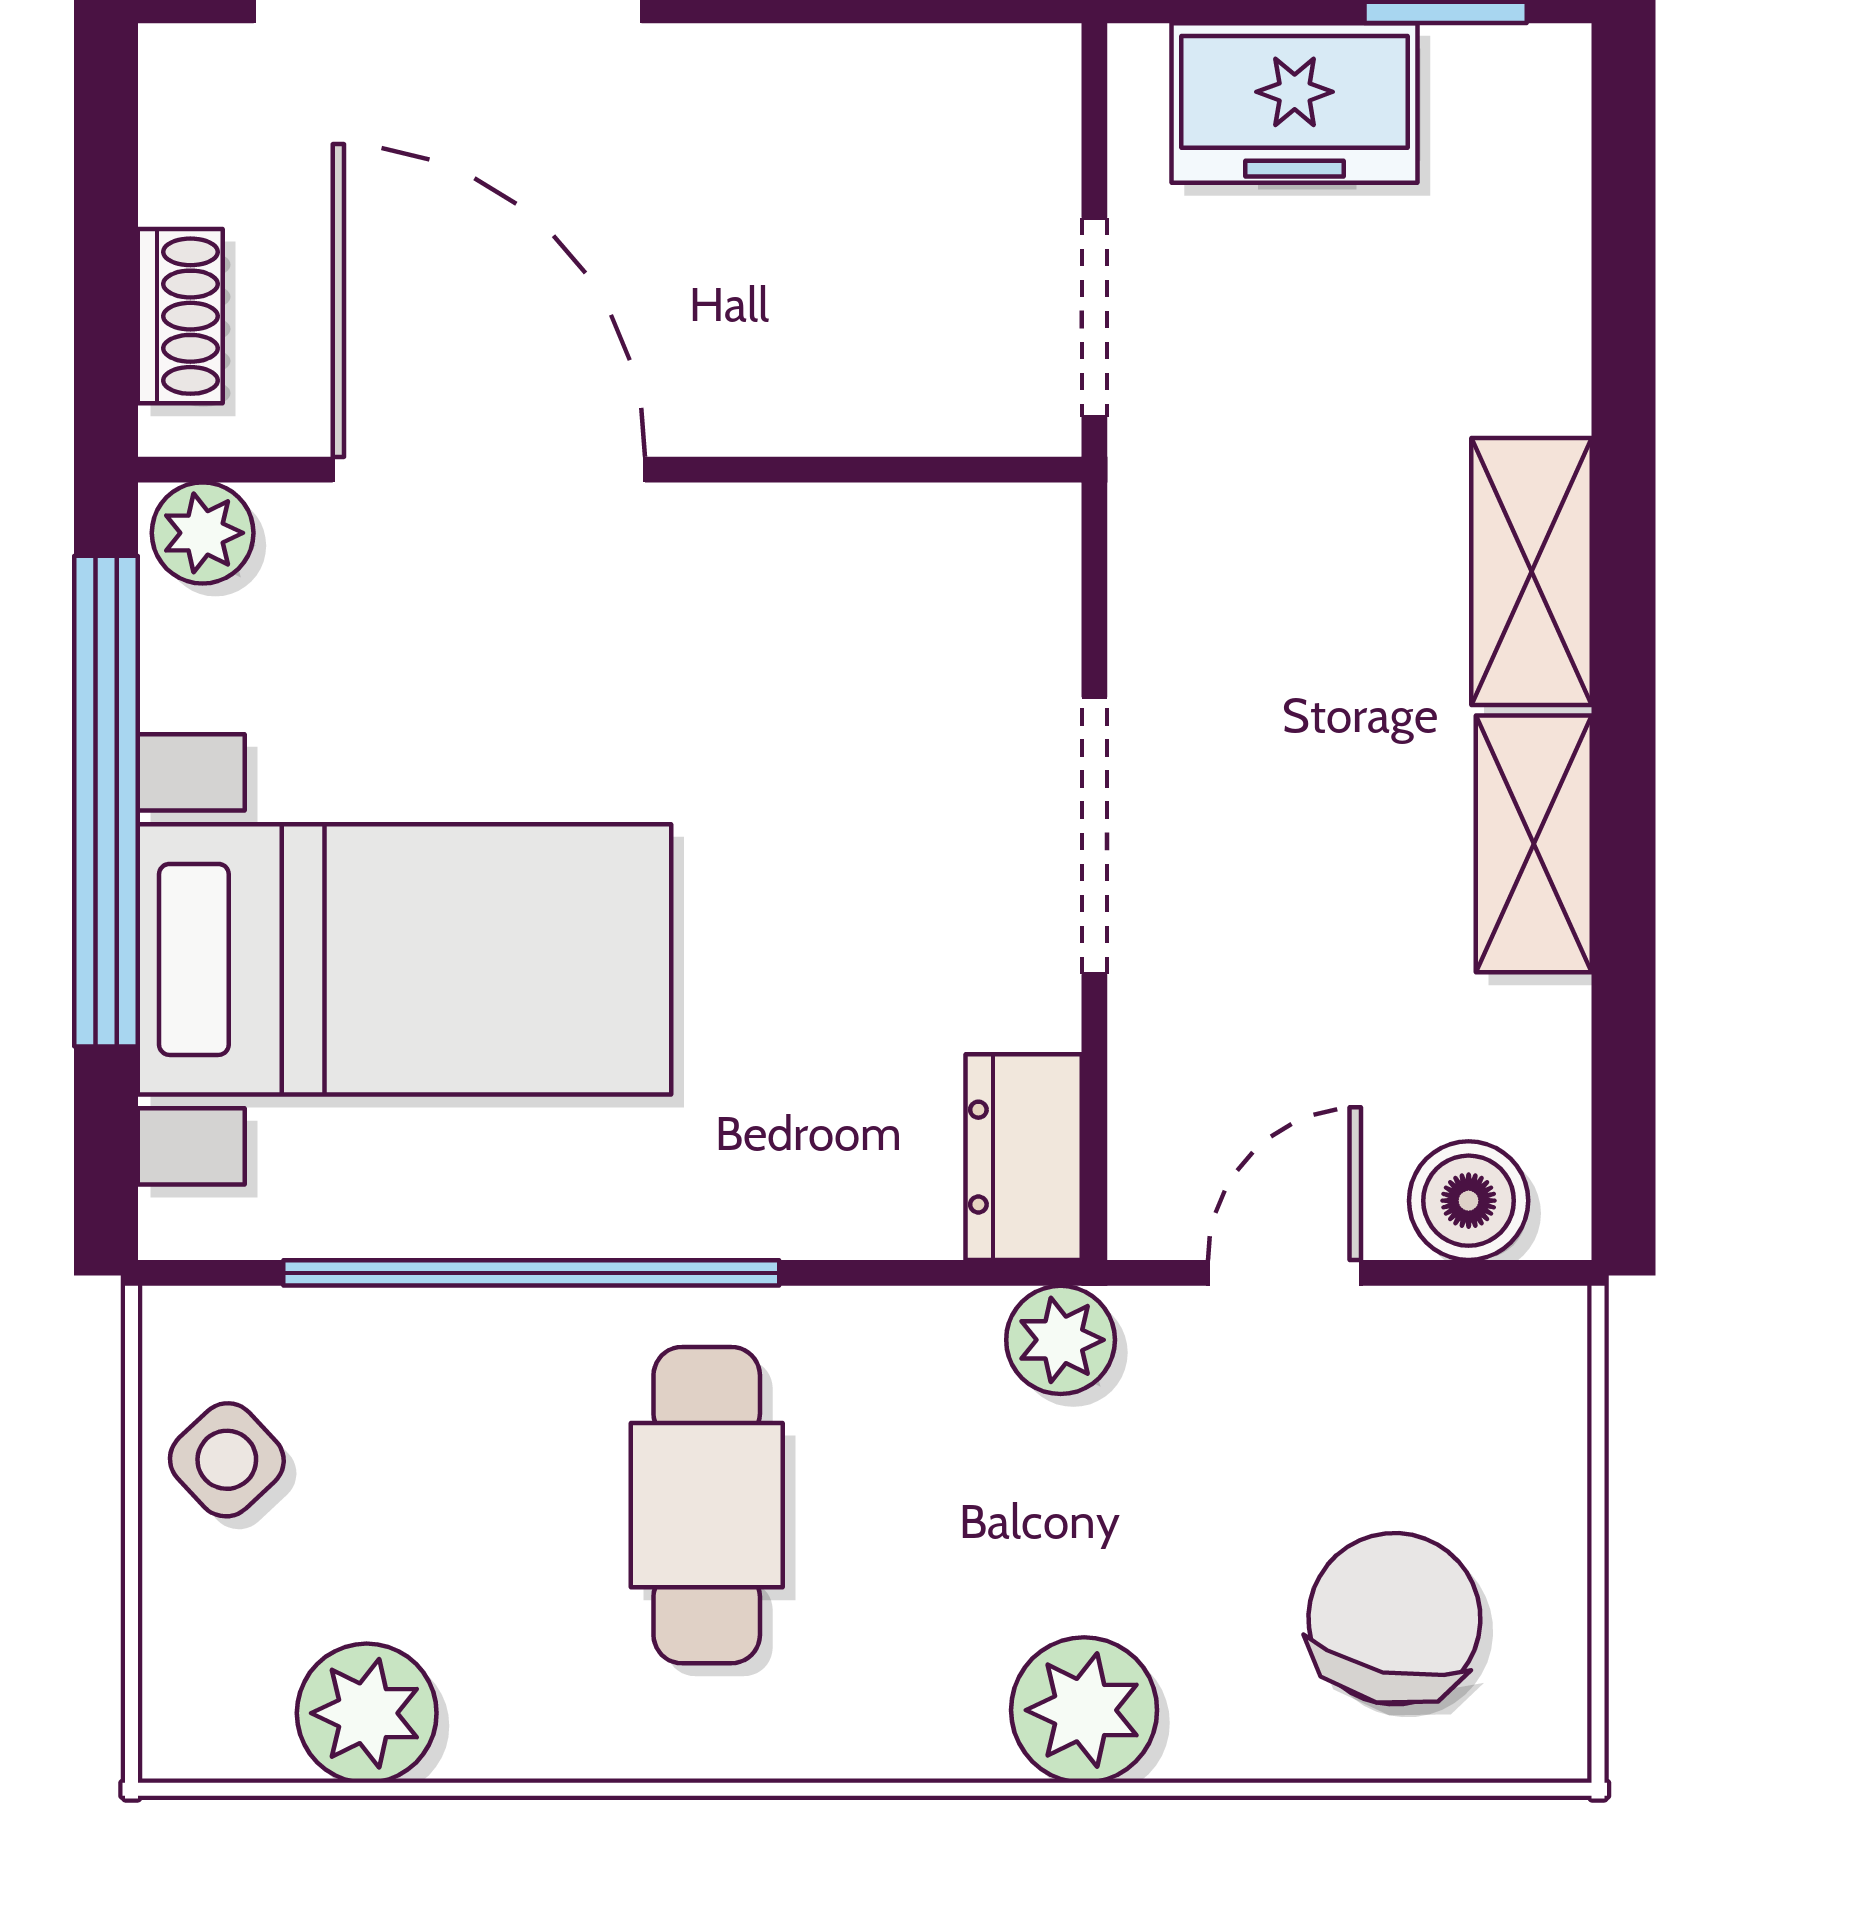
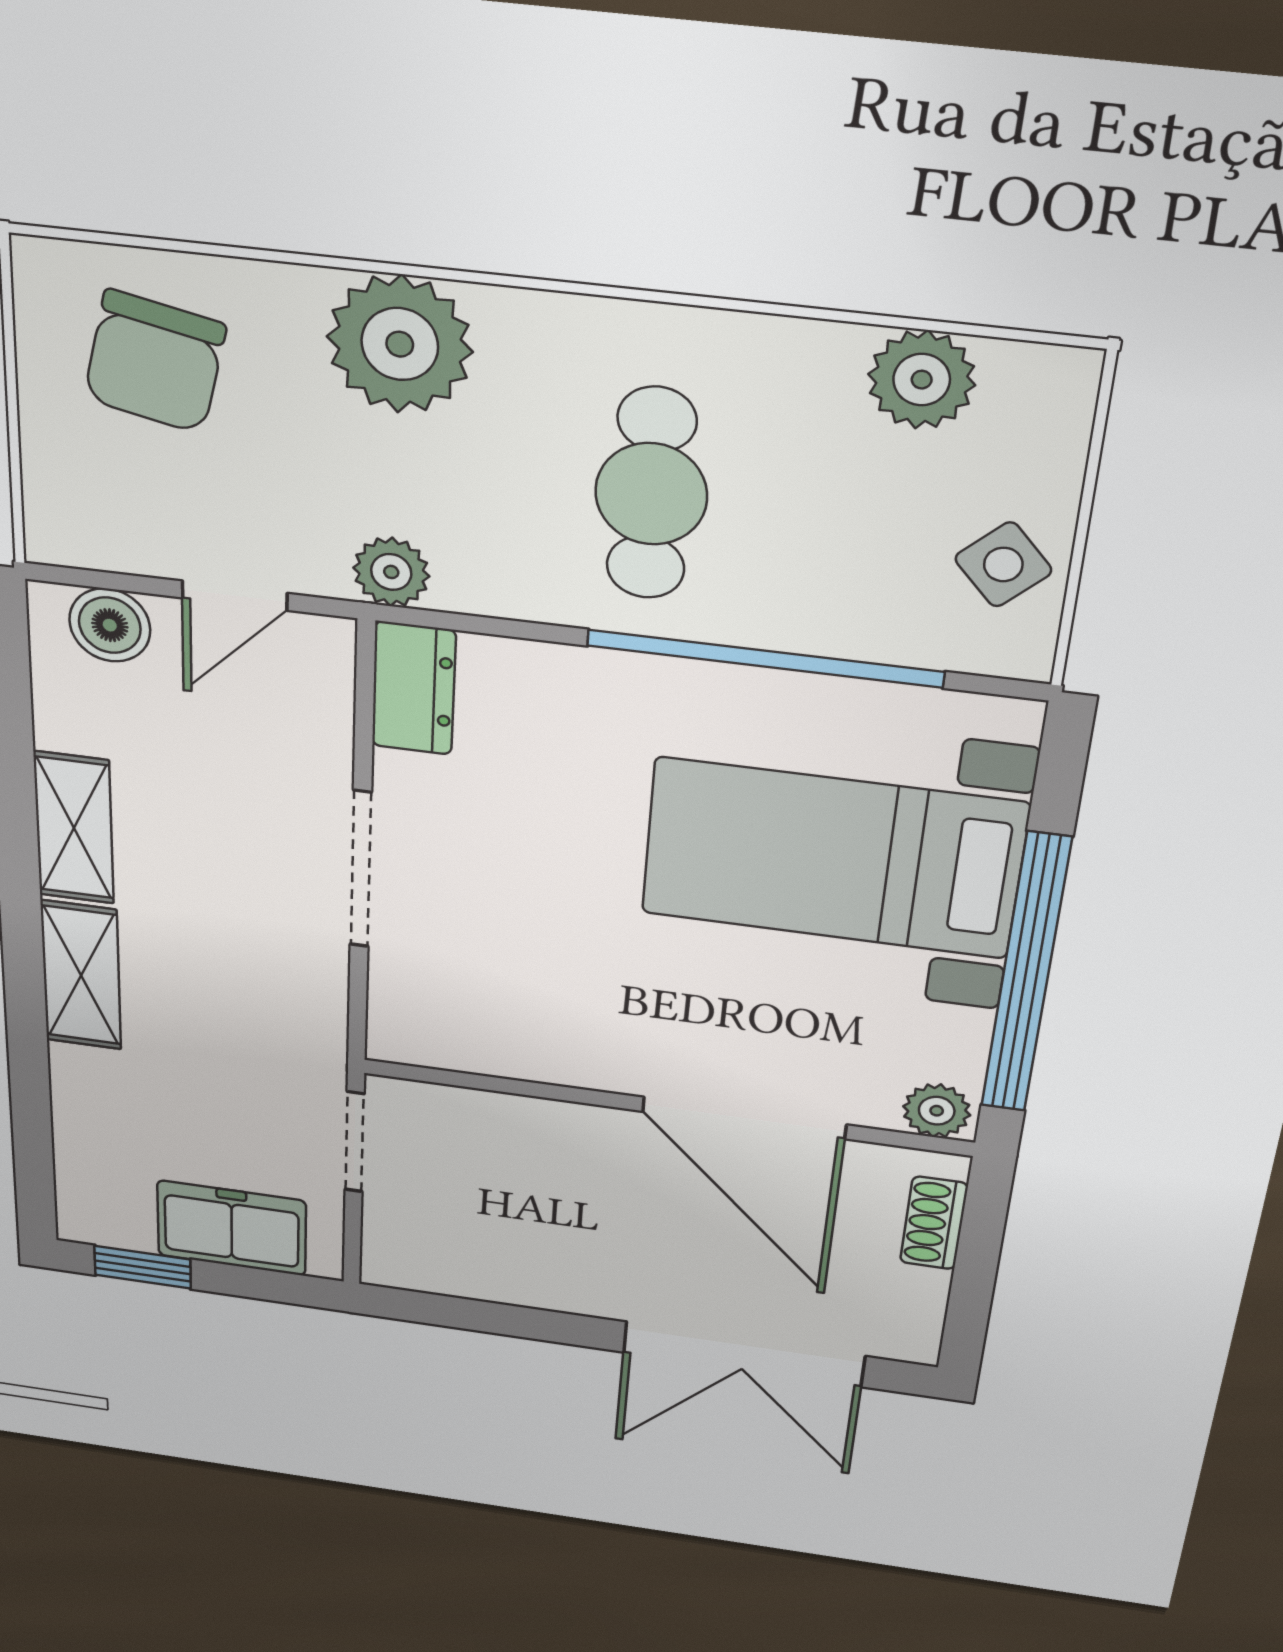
plant: (1084, 1710) -> (400, 344), width x1.36, depth x1.36

